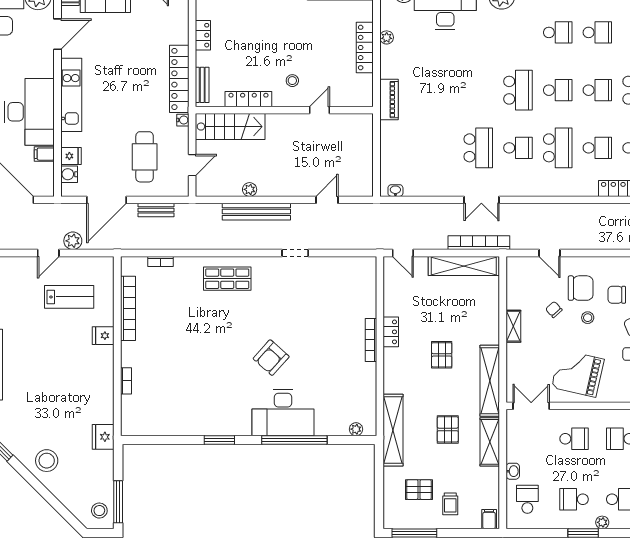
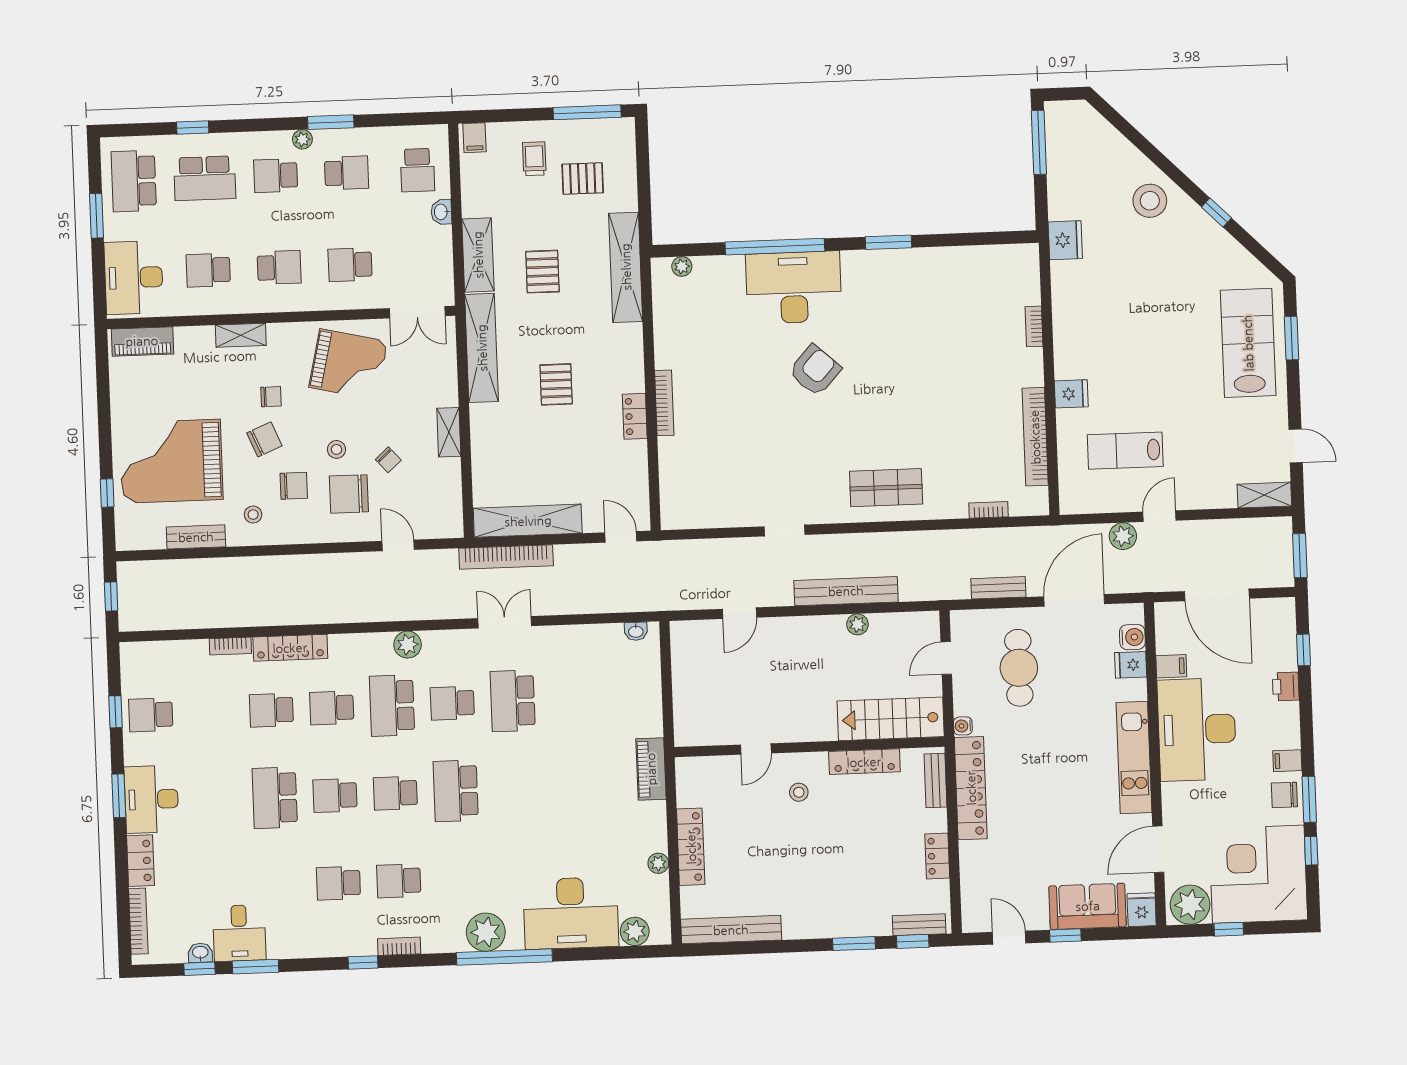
plant: (546, 188) -> (408, 645), added
stool: (99, 511) -> (1067, 128), removed

